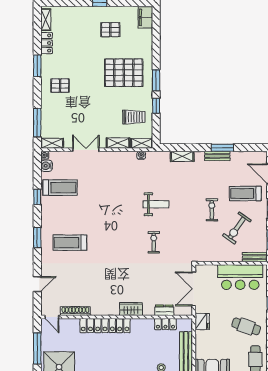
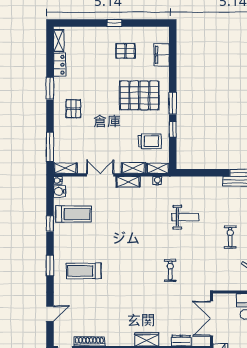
filing cabinet: (145, 17) -> (162, 55), moved
pallet: (60, 86) -> (73, 109), turned 90
shelving: (182, 156) -> (128, 182), moved
weight bench: (156, 204) -> (185, 217), moved

